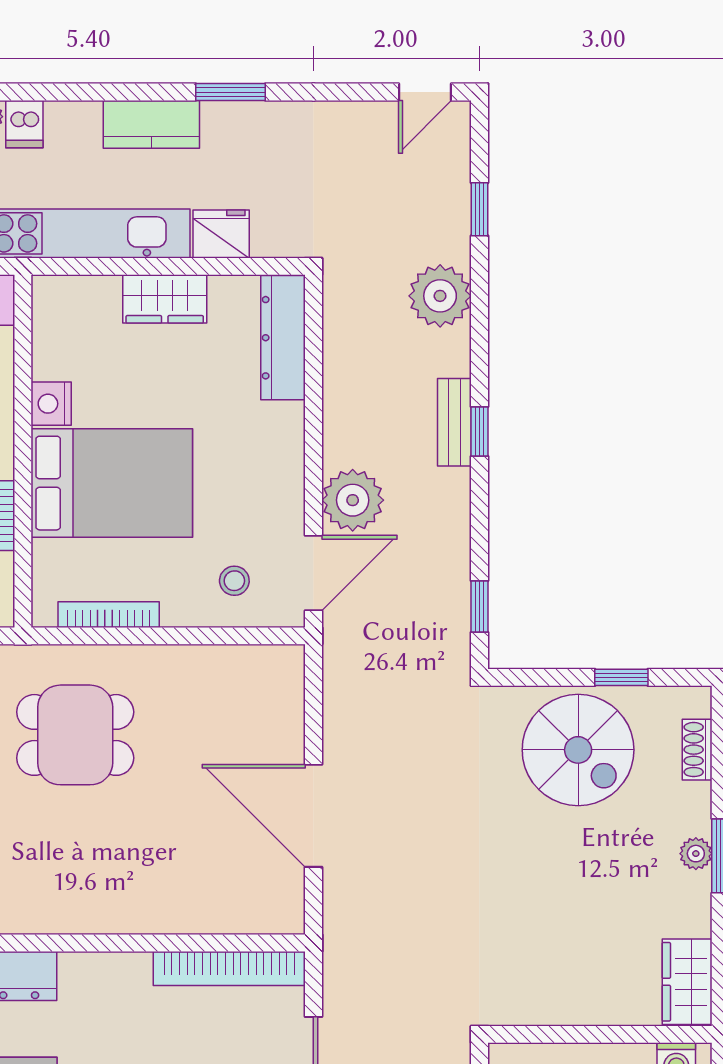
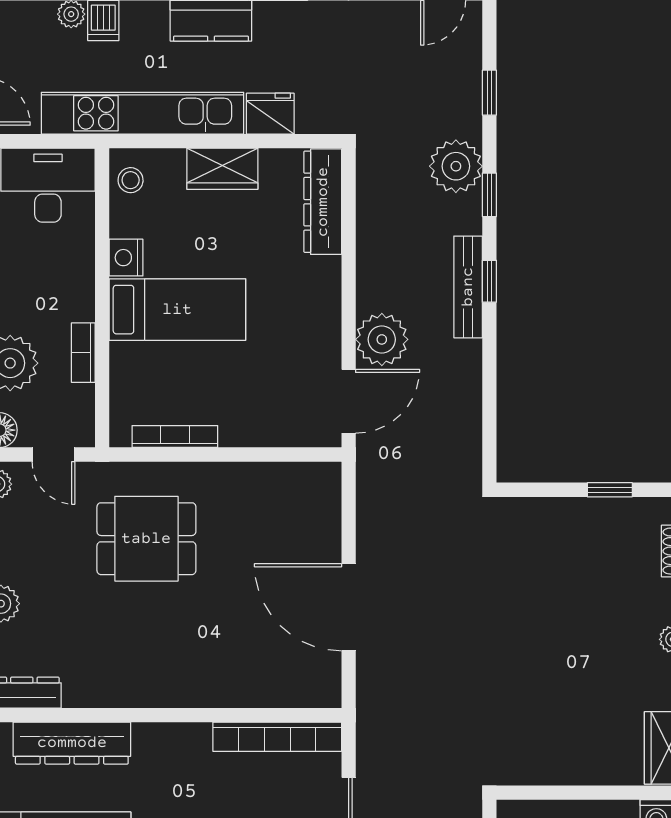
bench: (454, 422) -> (468, 287), width x1.36
bed: (112, 483) -> (177, 310), width x0.67
stool: (234, 581) -> (131, 180), moved
window: (479, 606) -> (489, 195), moved
spiral stairs: (578, 750) -> (573, 551), removed

